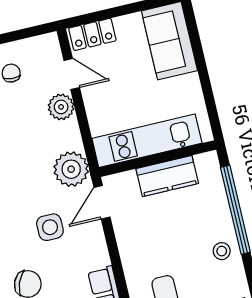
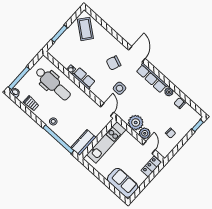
door: (72, 74) -> (149, 147), swing flipped
plant: (71, 169) -> (136, 123), moved
kitchen counter: (167, 176) -> (83, 143), moved

